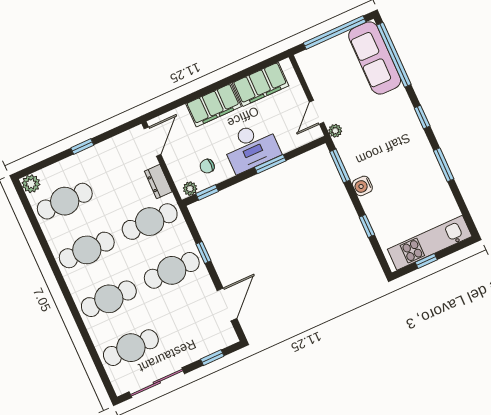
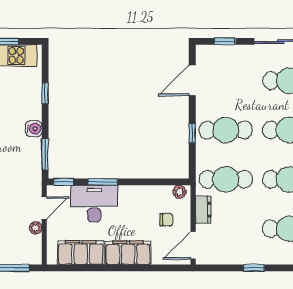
plant: (335, 131) -> (36, 228), moved
desk: (251, 147) -> (94, 204), moved
chair: (207, 166) -> (166, 220), moved
window: (207, 192) -> (64, 182), moved

